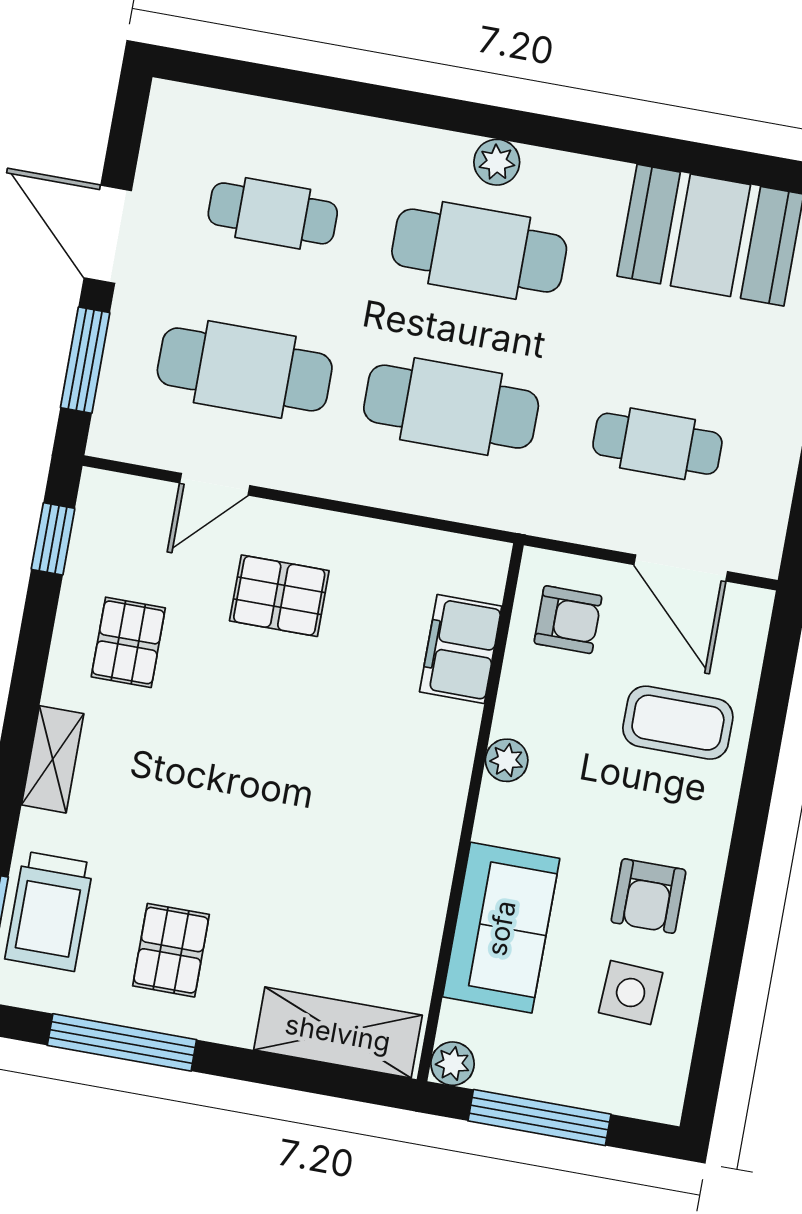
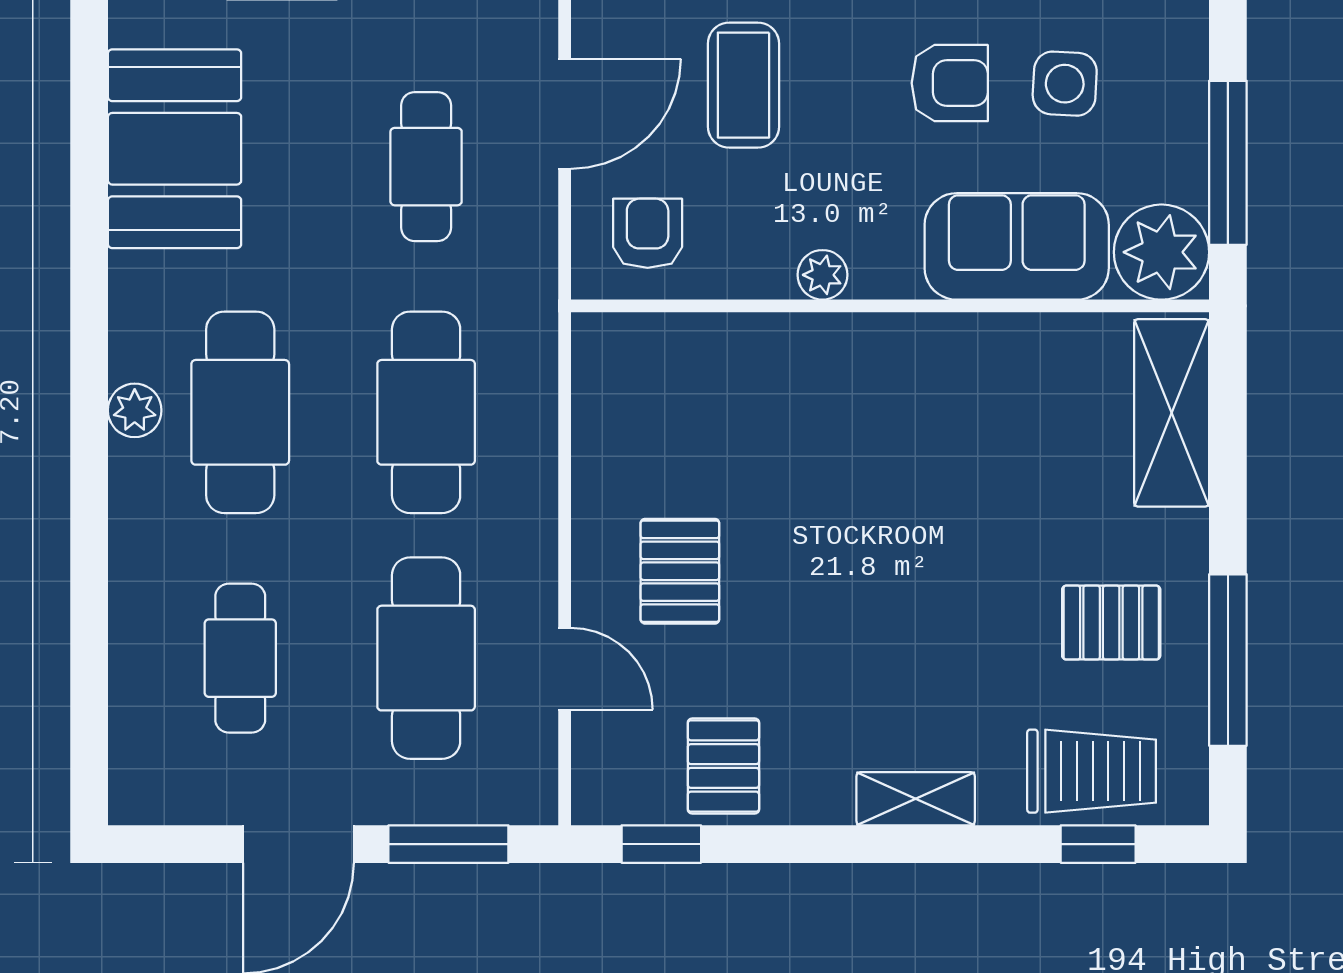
pallet: (128, 642) -> (723, 766), moved, turned 90
filing cabinet: (461, 649) -> (704, 351), removed
plant: (453, 1064) -> (1161, 252), width x1.88, depth x1.88

